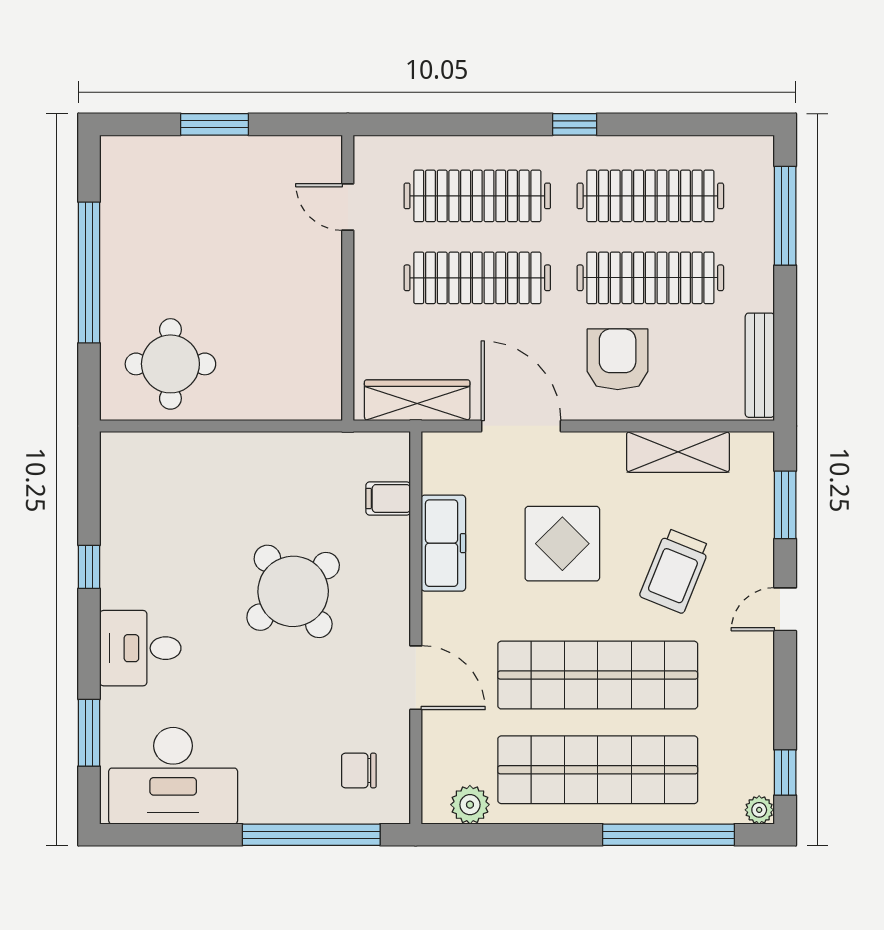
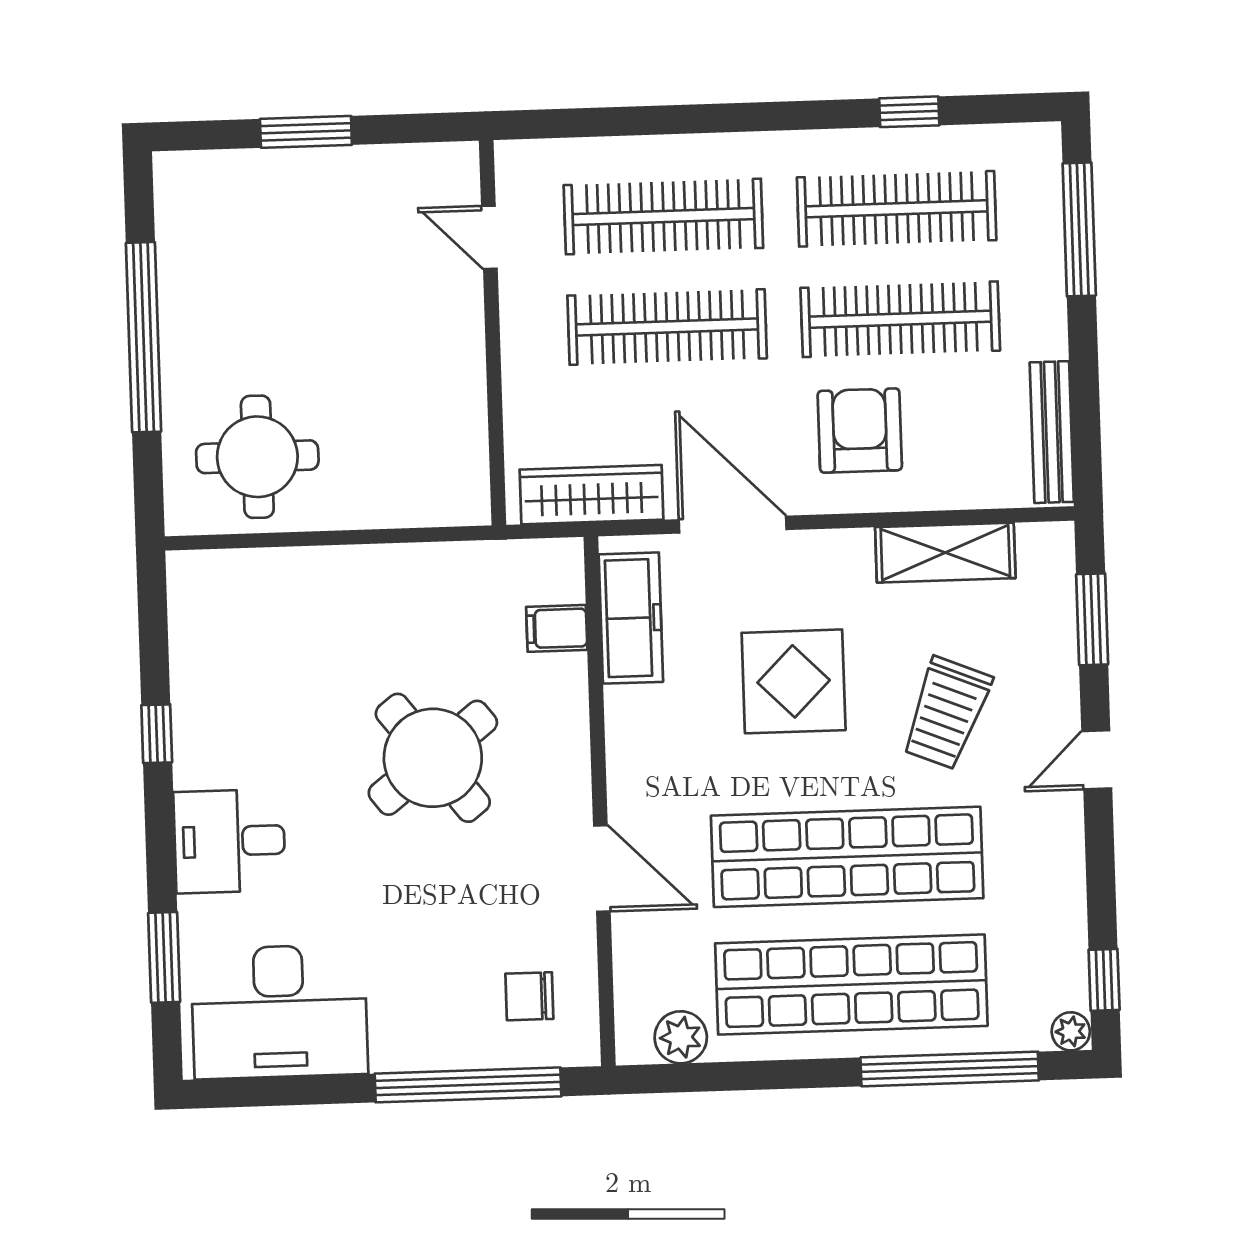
window: (575, 124) -> (909, 112), moved
freezer: (443, 543) -> (631, 618), moved

